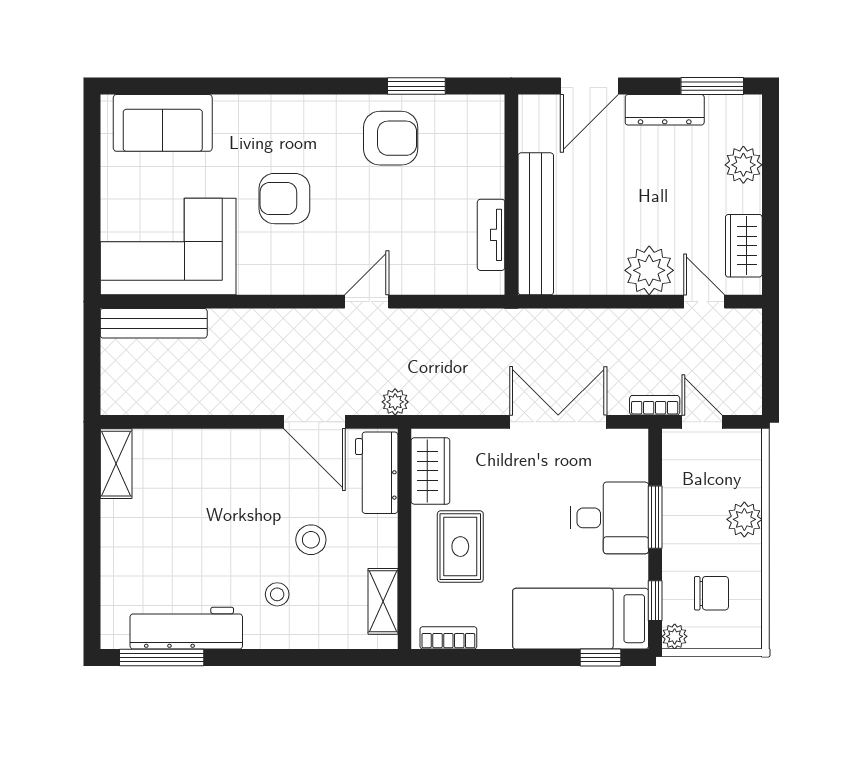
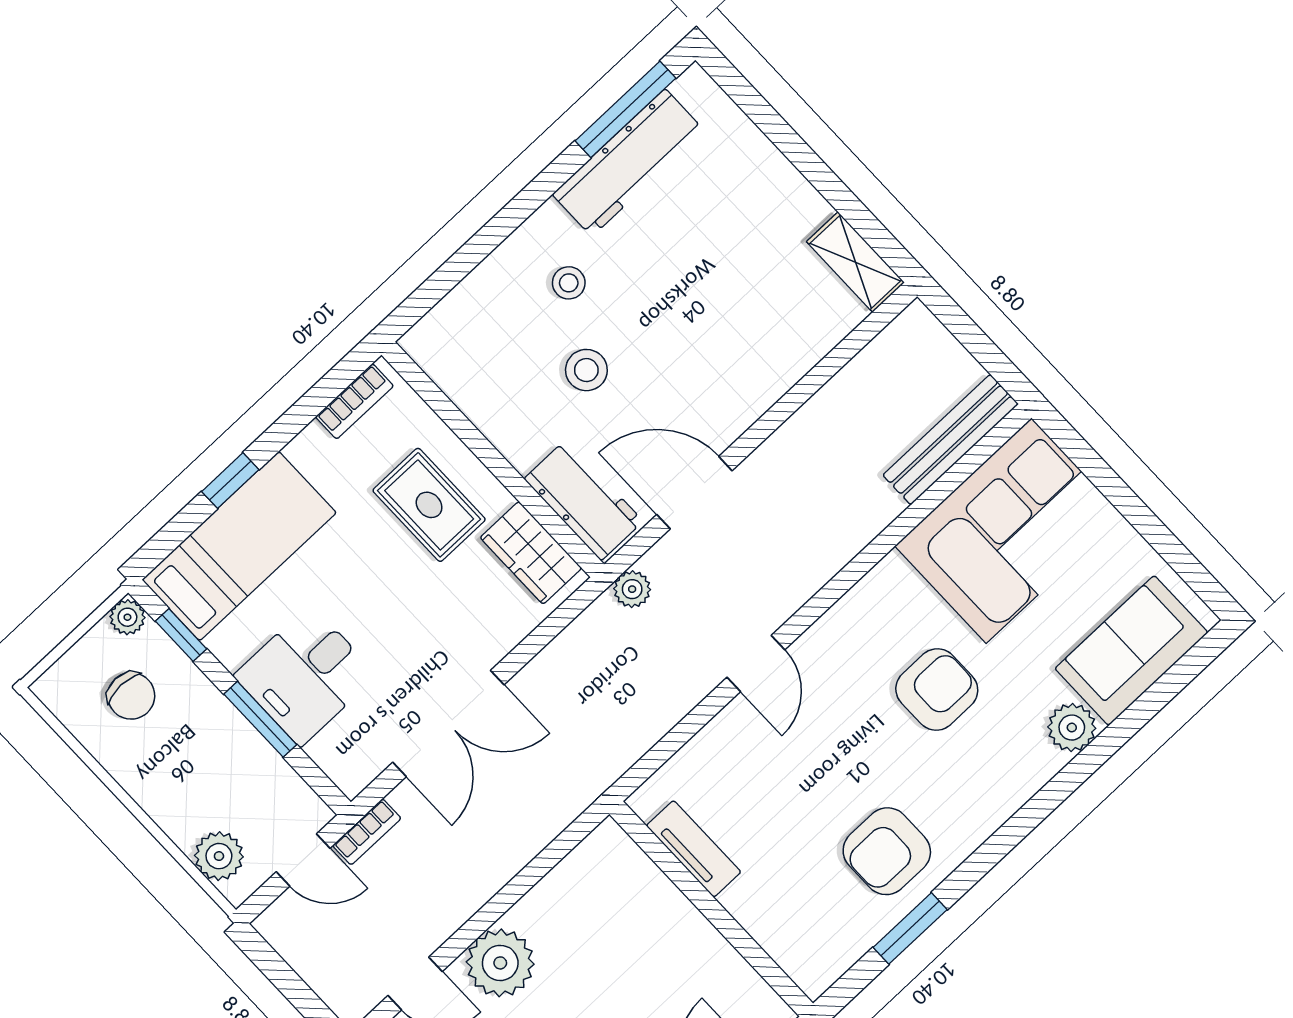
plant: (232, 112) -> (1072, 728), added
bench: (536, 224) -> (659, 902), removed
plant: (744, 519) -> (219, 856), moved
chair: (711, 593) -> (131, 696), turned -90
shelving: (383, 601) -> (455, 376), removed
window: (601, 658) -> (230, 481), moved

